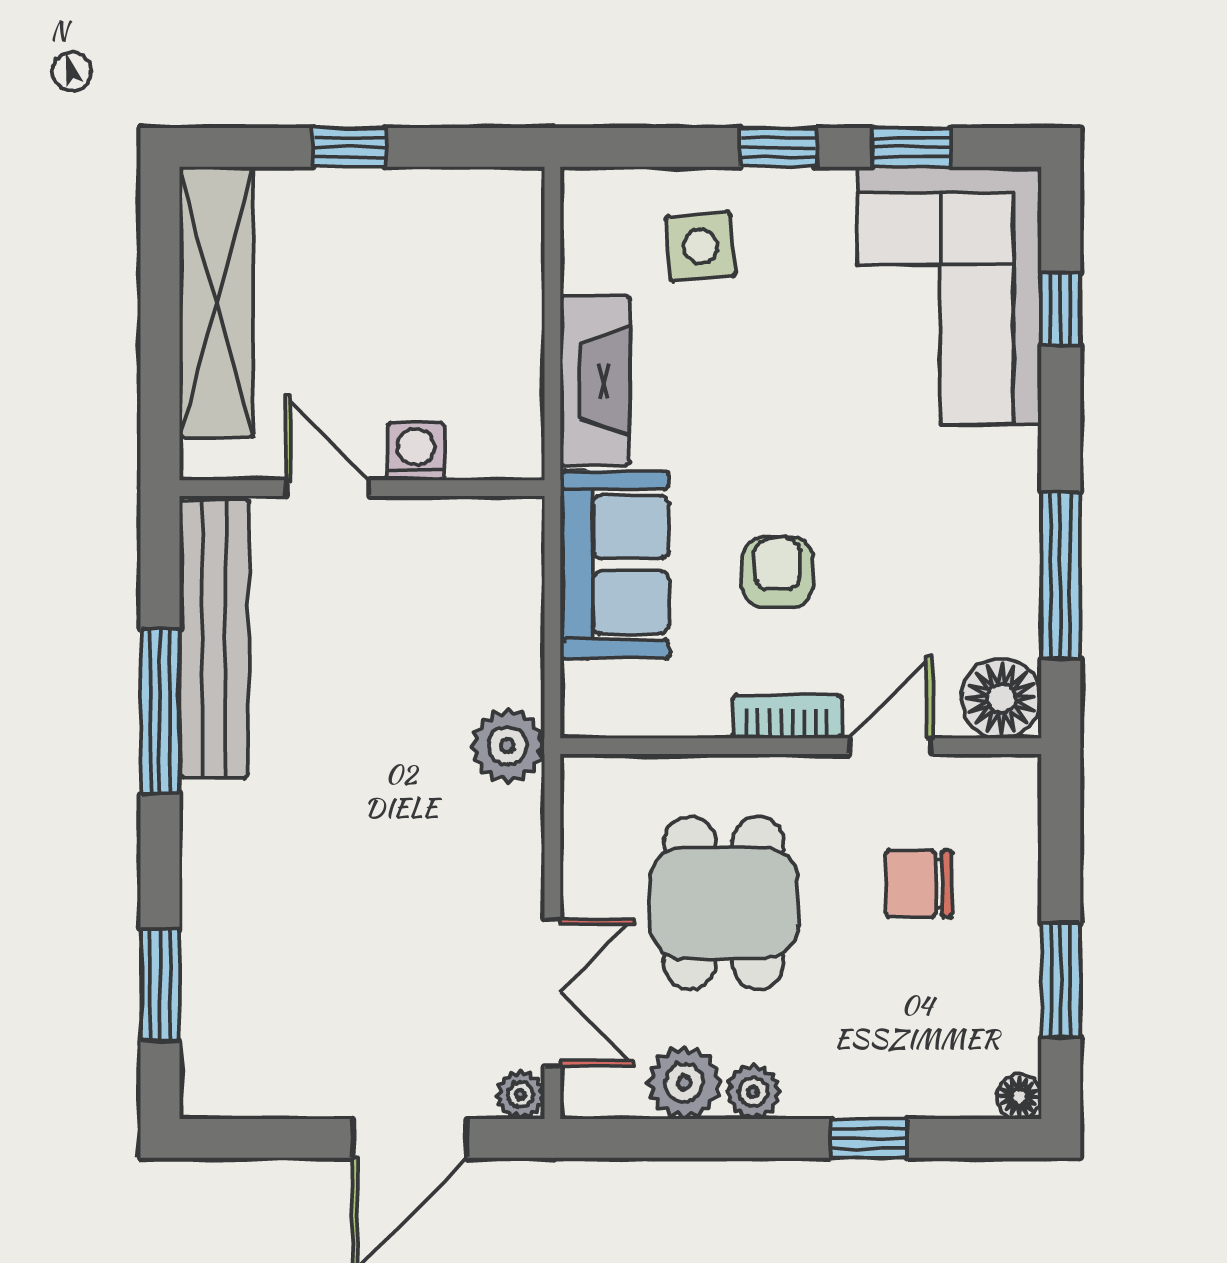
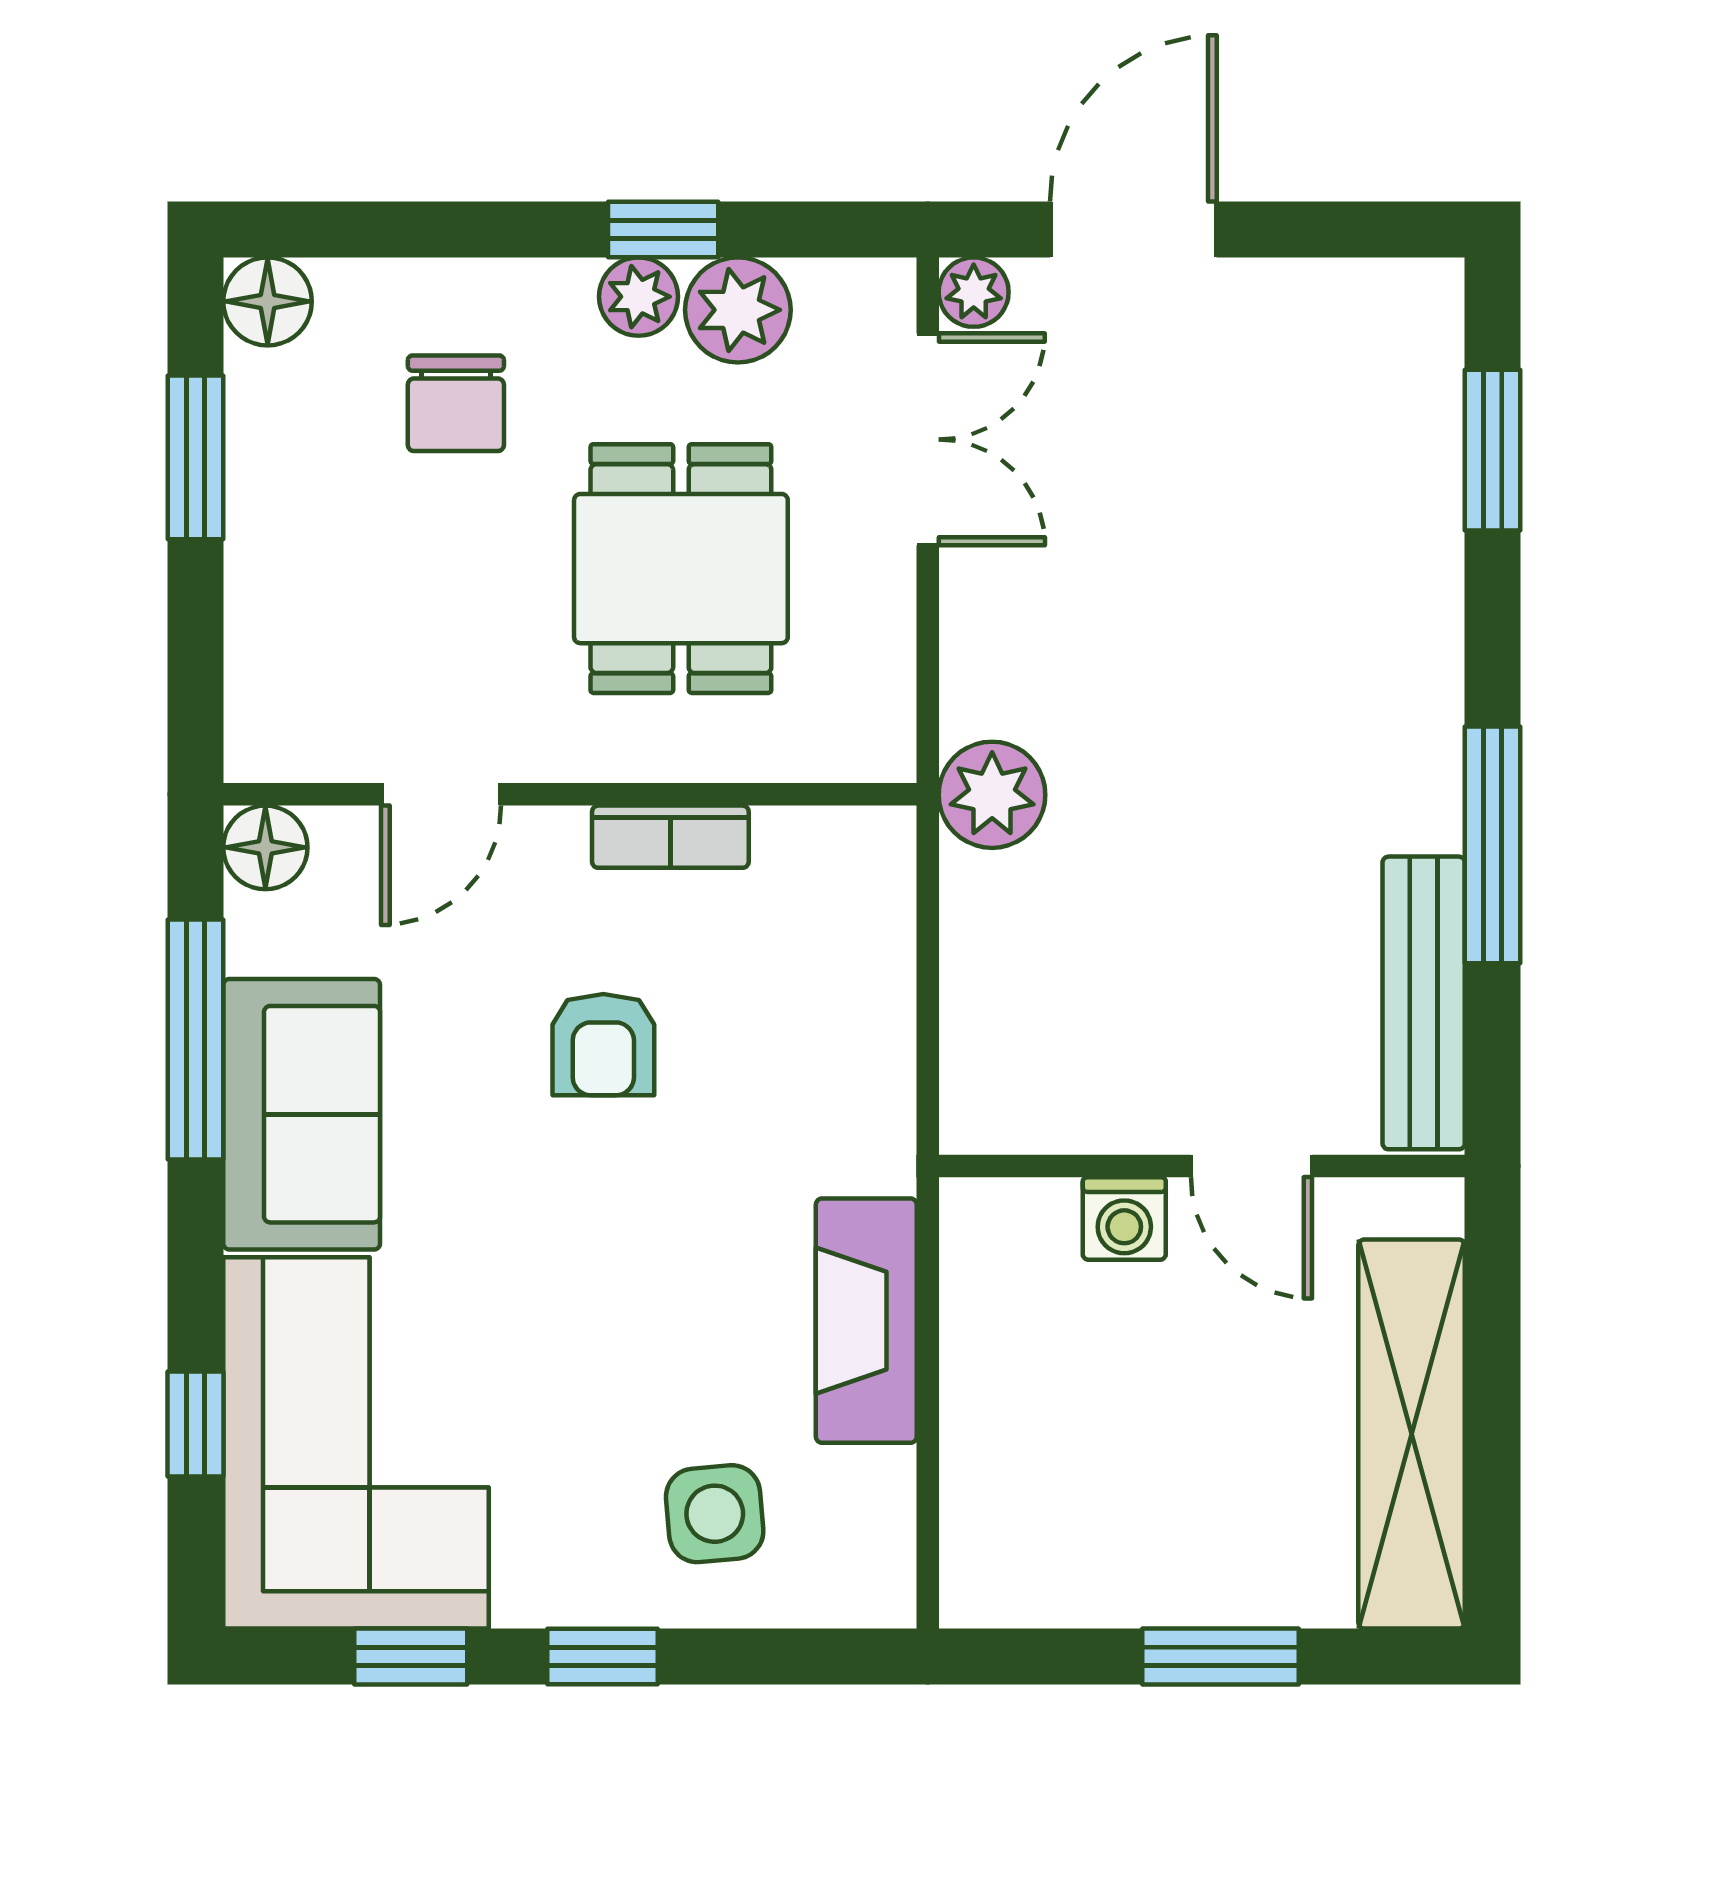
window: (349, 147) -> (1220, 1656), width x1.50
sofa: (614, 565) -> (302, 1114), moved, turned 180
bench: (214, 639) -> (1424, 1003), width x0.73, depth x0.82
floor lamp: (1001, 698) -> (265, 847), width x0.73, depth x0.73
bookcase: (787, 717) -> (670, 837), moved
chair: (919, 884) -> (456, 403), moved, turned 90
double door: (552, 993) -> (928, 439), swing flipped
floor lamp: (1019, 1097) -> (268, 301), width x1.37, depth x1.37
window: (869, 1138) -> (663, 229), moved

